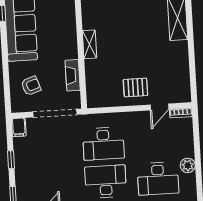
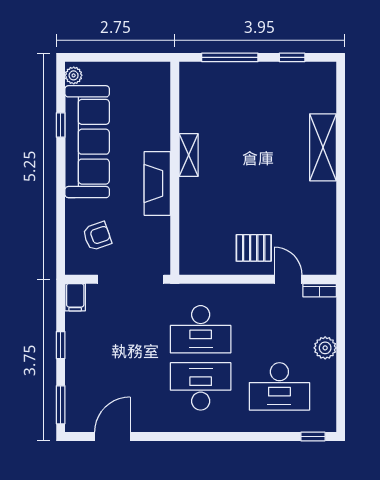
shelving: (90, 44) -> (189, 155), moved
fireplace: (73, 75) -> (157, 183), moved, width x1.37, depth x1.32
door: (159, 107) -> (288, 279), swing flipped
plant: (188, 165) -> (325, 348), moved

